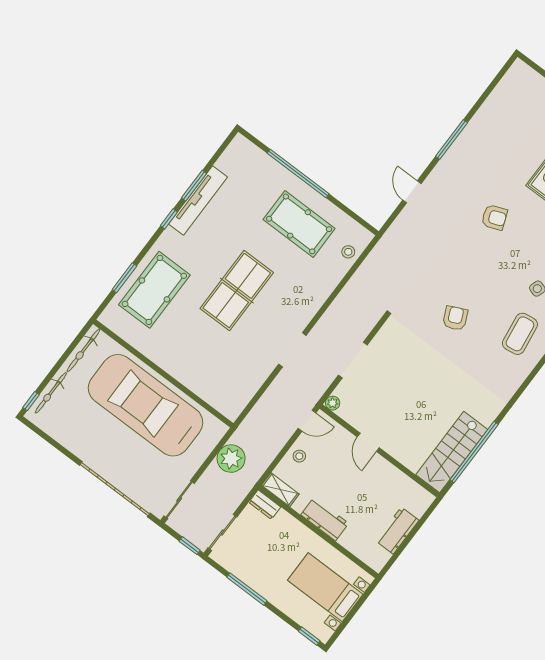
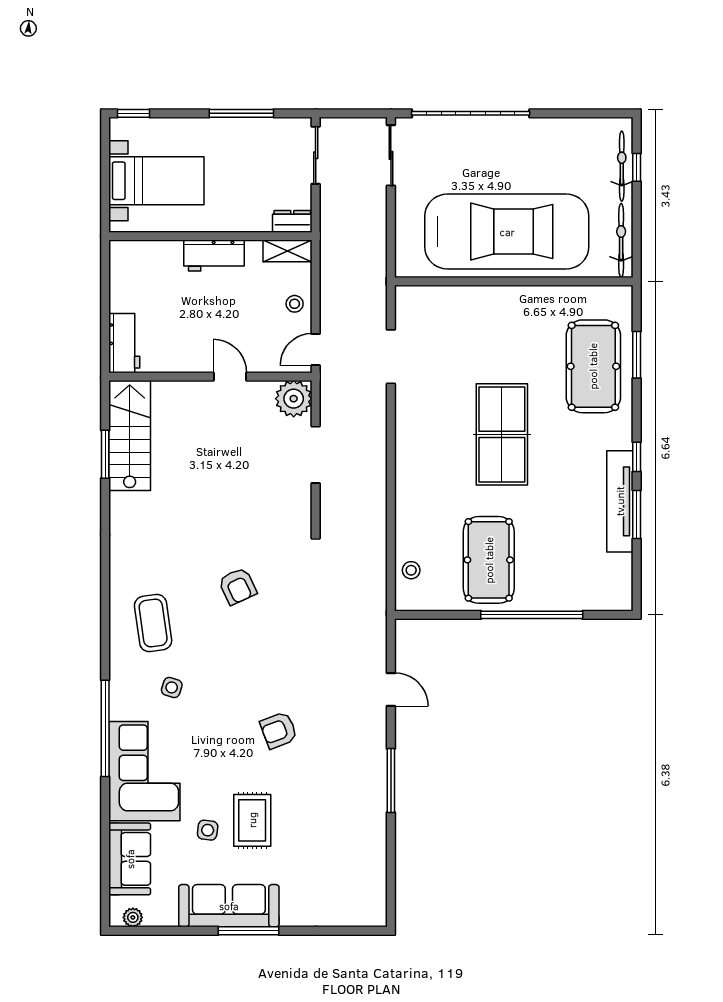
pool table: (299, 224) -> (489, 560), turned 90
doorway: (292, 350) -> (391, 357), moved
window: (31, 401) -> (637, 167), moved
plant: (333, 403) -> (294, 399), width x1.88, depth x1.88
window: (474, 452) -> (105, 454), width x0.47
plant: (231, 459) -> (368, 244), removed
workbench: (397, 531) -> (124, 343), moved
window: (190, 546) -> (341, 113), removed

